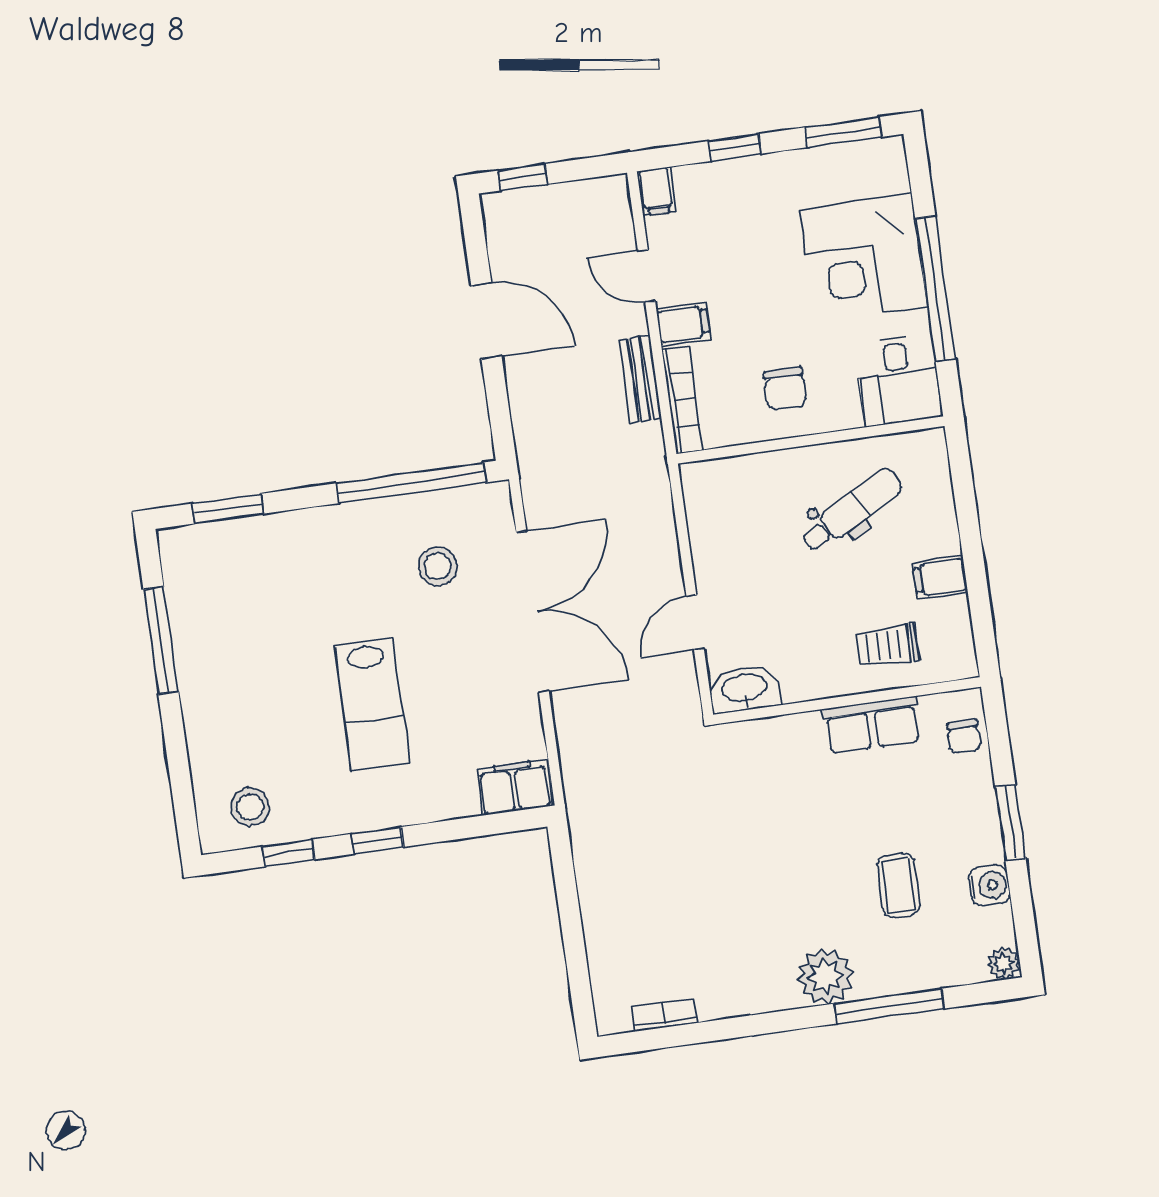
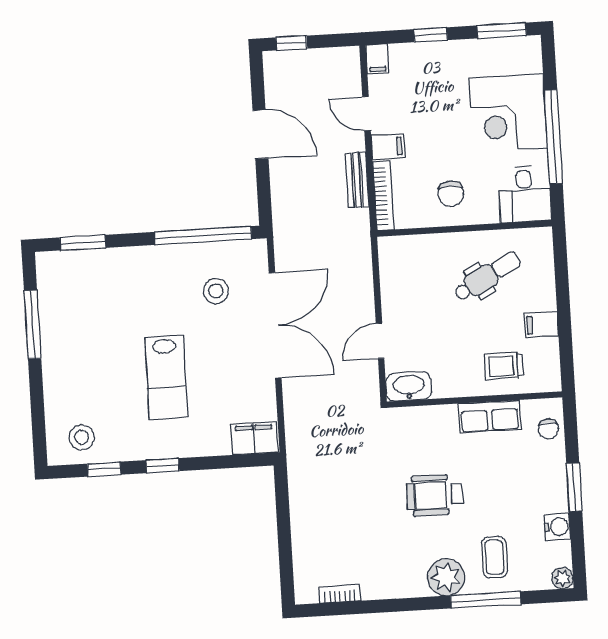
wheelchair: (798, 852) -> (435, 495), added
coffee table: (898, 885) -> (494, 557), moved

